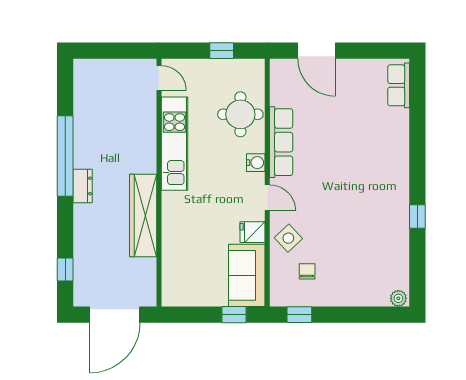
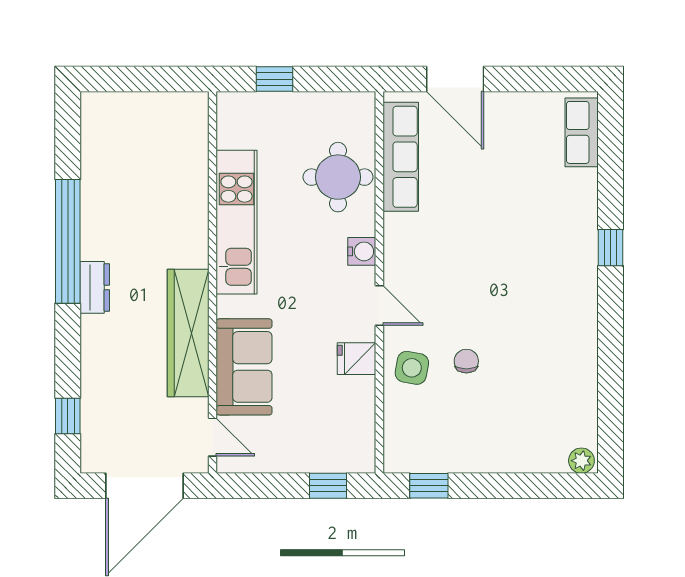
window: (222, 51) -> (274, 79), moved
door: (159, 78) -> (213, 437), moved
row of seats: (281, 142) -> (401, 157), moved
window: (417, 216) -> (611, 248), moved
side table: (288, 238) -> (412, 368), turned -37
chair: (307, 271) -> (466, 361), moved
sofa: (247, 275) -> (244, 367), moved, turned 180

